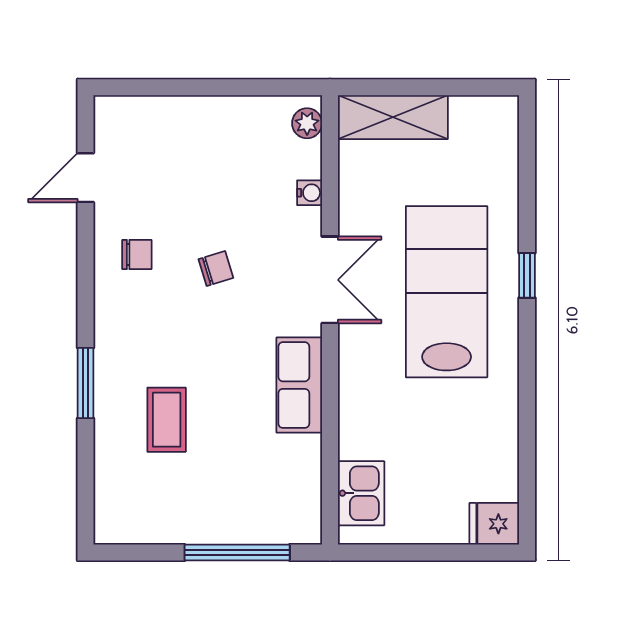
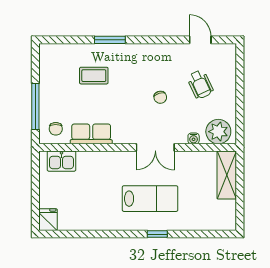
plant: (307, 123) -> (218, 132), width x1.88, depth x1.88
wheelchair: (186, 178) -> (200, 84), added
chair: (137, 255) -> (56, 129), moved
lab bench: (447, 292) -> (150, 199), width x0.73, depth x0.72
row of seats: (299, 385) -> (91, 134), moved

